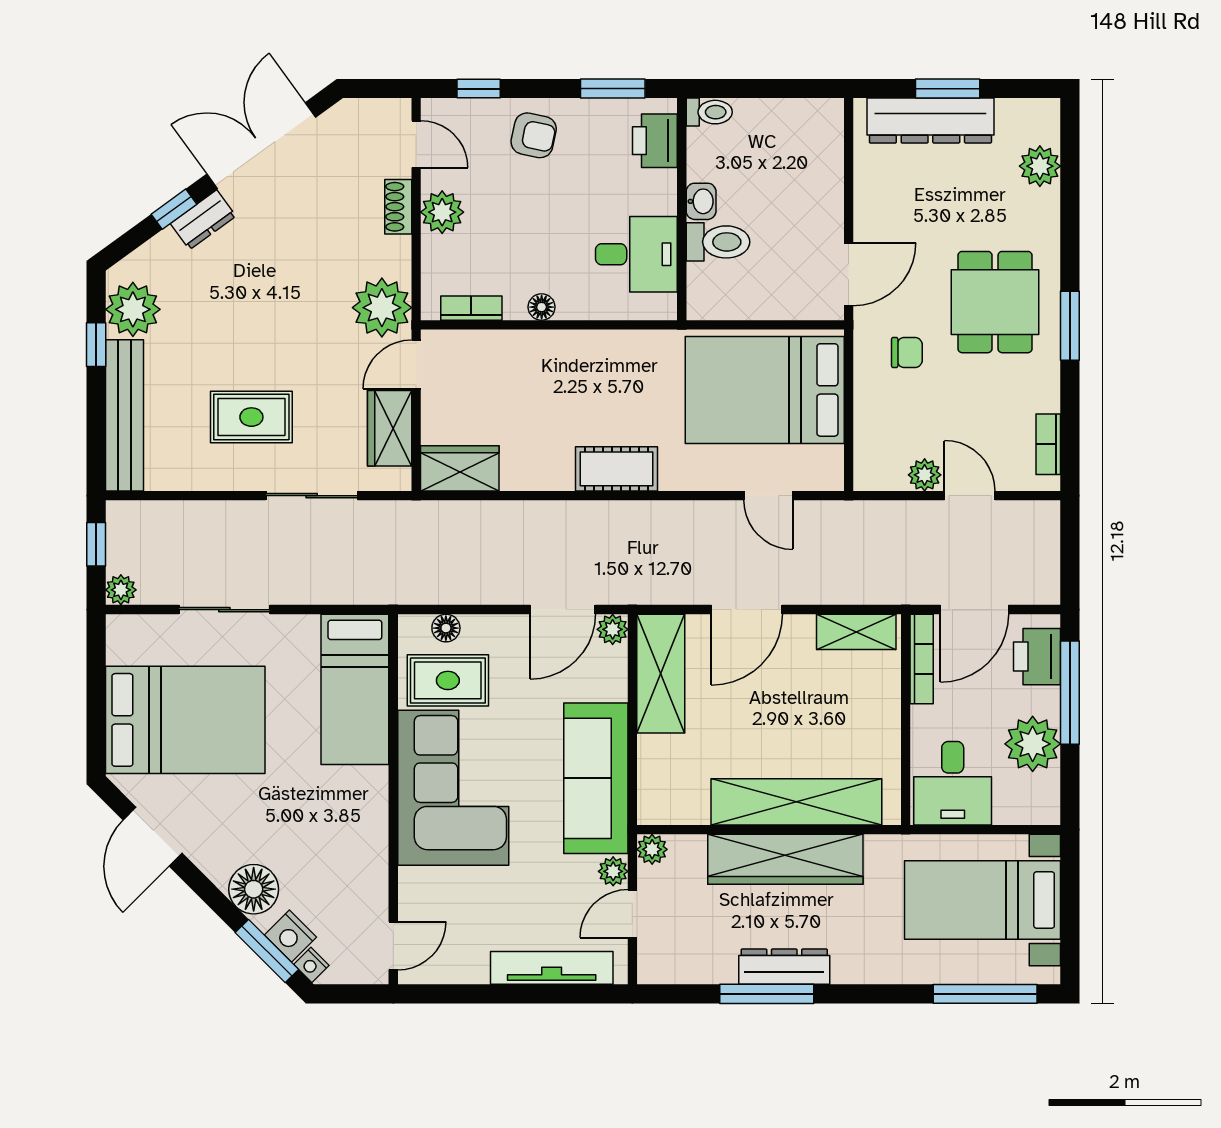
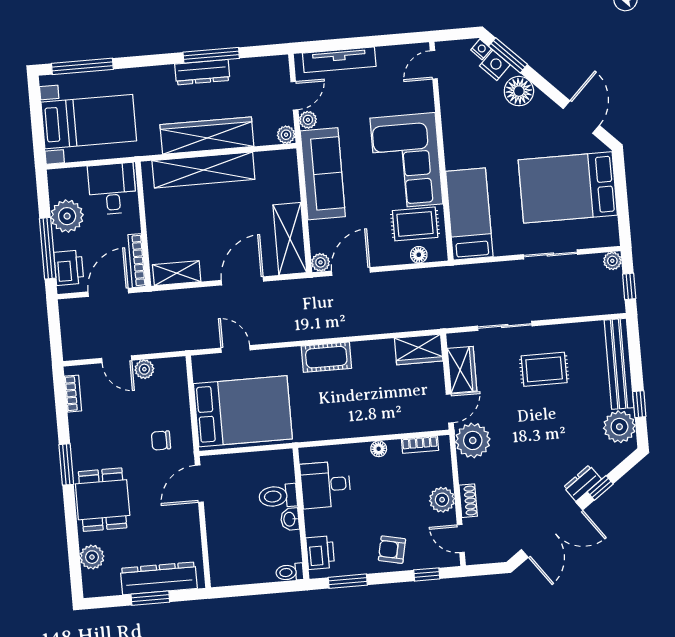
dining table: (995, 302) -> (103, 500), moved

